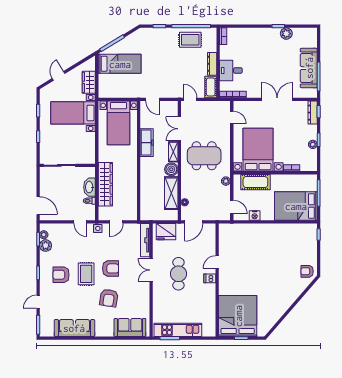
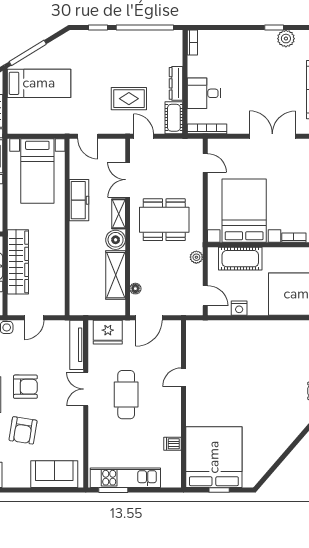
rug: (190, 40) -> (129, 99), moved
dishwasher: (210, 278) -> (173, 444), moved

